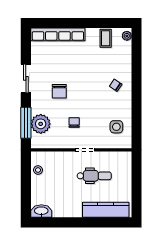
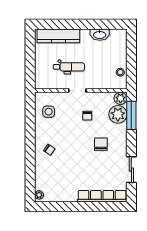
coffee table: (106, 38) -> (58, 193), removed
sliding door: (26, 78) -> (131, 170), moved
plant: (38, 141) -> (120, 98), added
dental chair: (94, 176) -> (69, 67), turned 180
washbasin: (41, 211) -> (100, 35), moved

